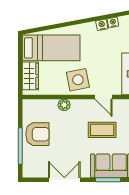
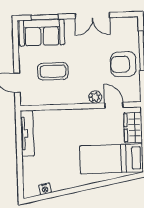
nightstand: (102, 25) -> (57, 186), removed
side table: (78, 80) -> (81, 125), removed
door: (103, 97) -> (114, 105), moved

